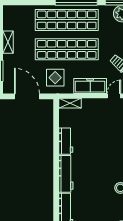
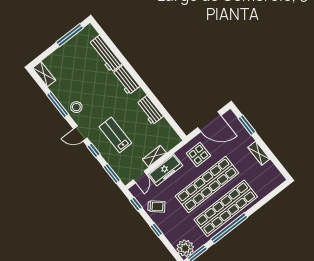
shelving: (70, 103) -> (154, 156), moved
lab bench: (107, 143) -> (115, 135), added
workbench: (66, 174) -> (126, 80), width x0.73

